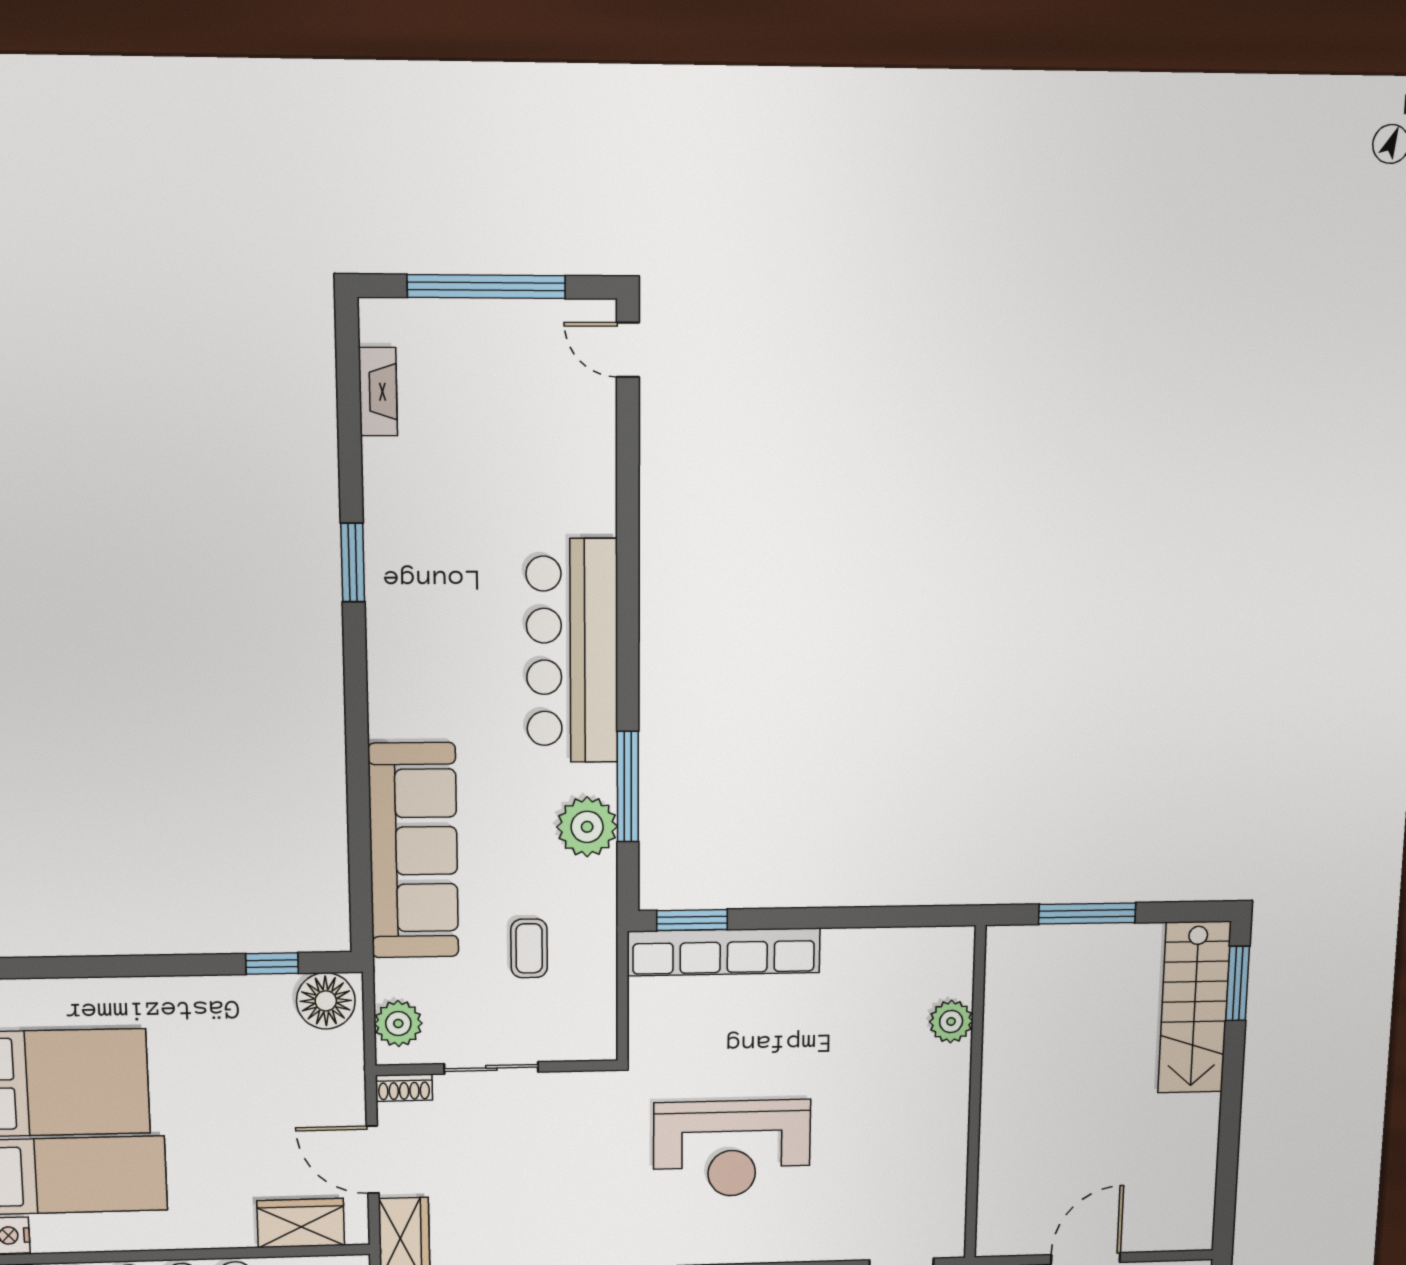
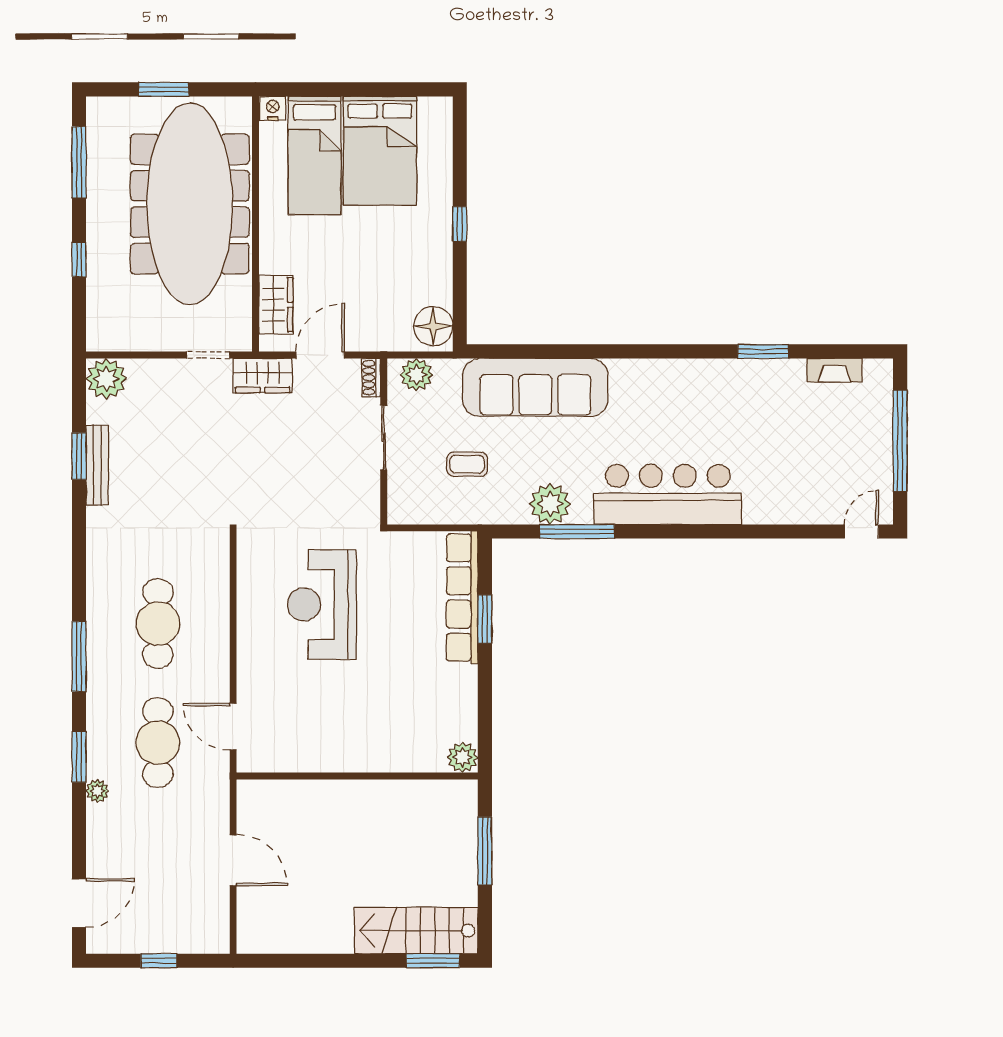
window: (353, 563) -> (763, 351), moved
window: (692, 920) -> (485, 619), moved
window: (272, 963) -> (460, 224), moved
plant: (951, 1022) -> (463, 757), moved

